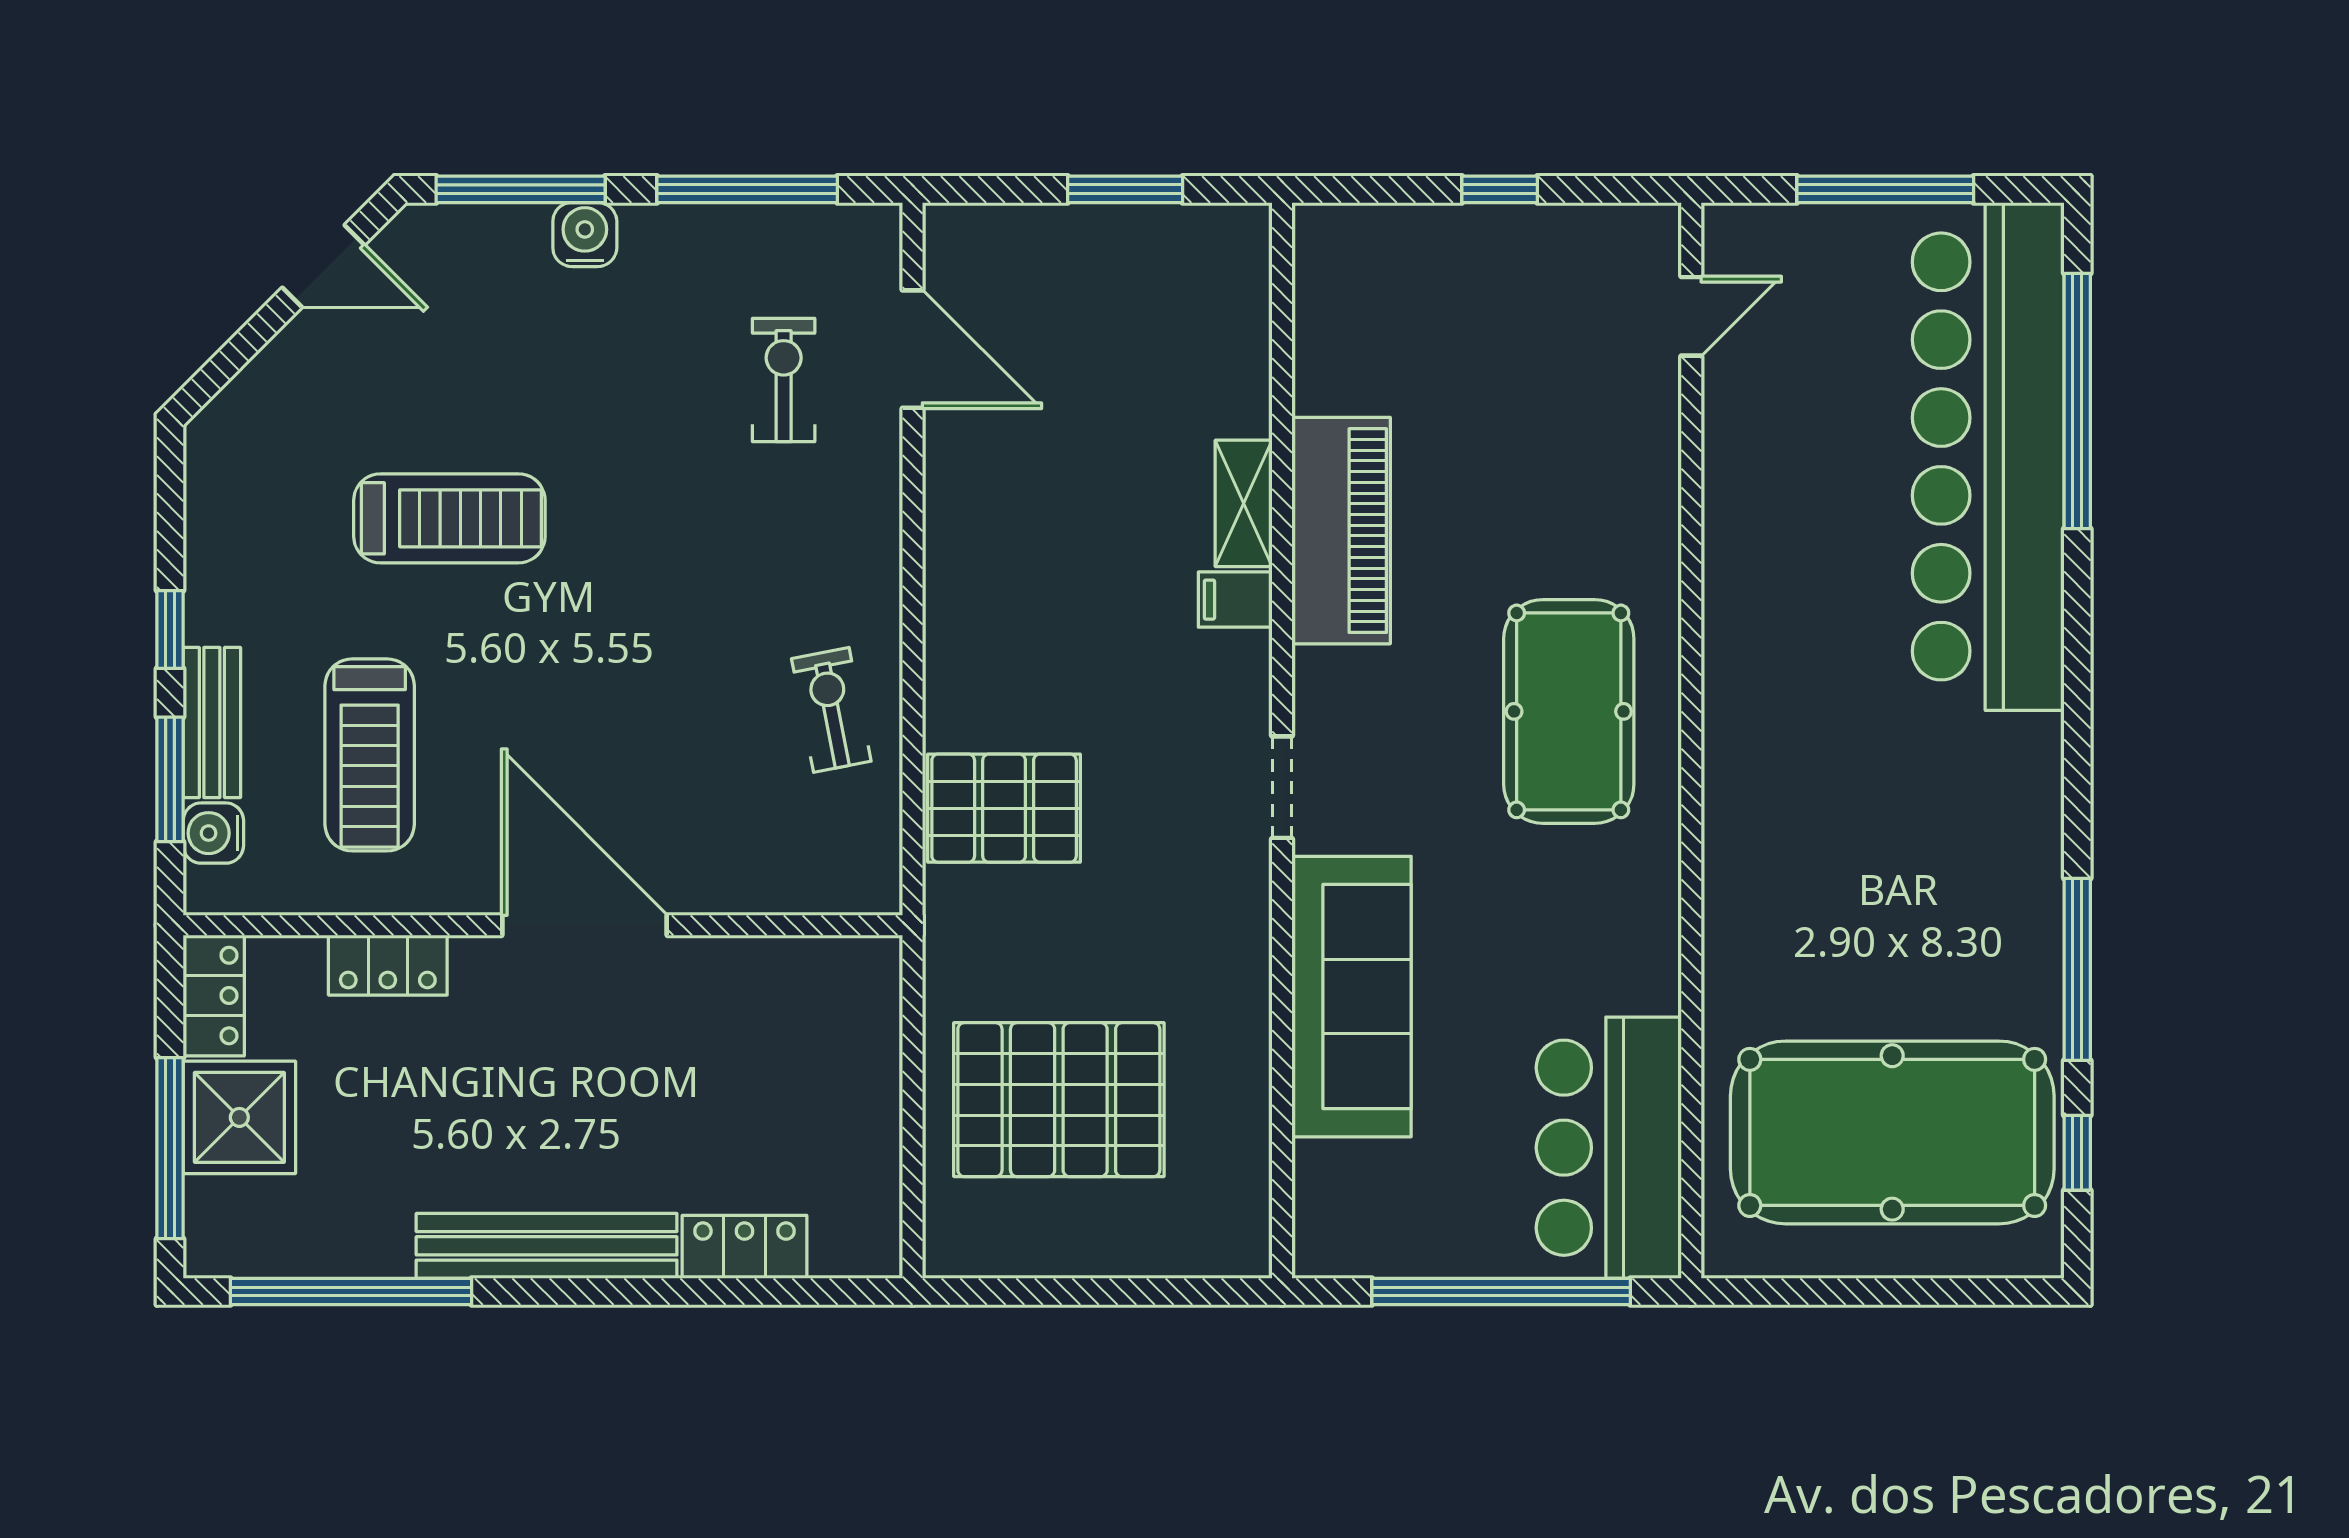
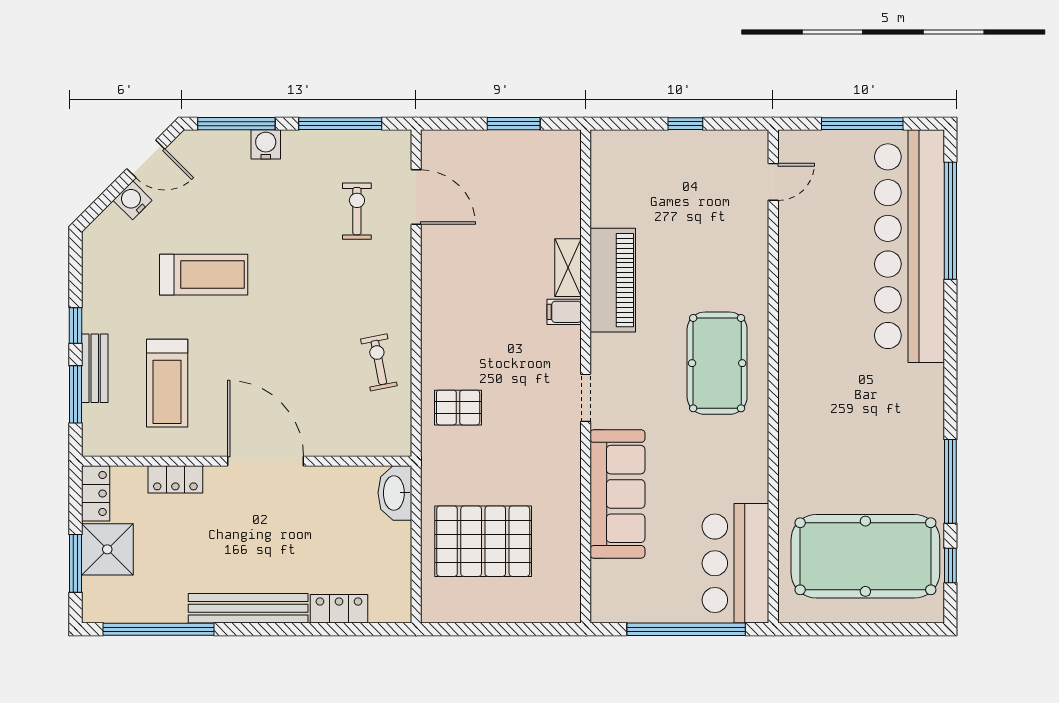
pallet: (1004, 808) -> (458, 408), width x0.67, depth x0.71
water cooler: (213, 833) -> (133, 200), moved, turned 45
washbasin: (866, 994) -> (395, 493), added
window: (170, 1148) -> (75, 563), width x0.69

